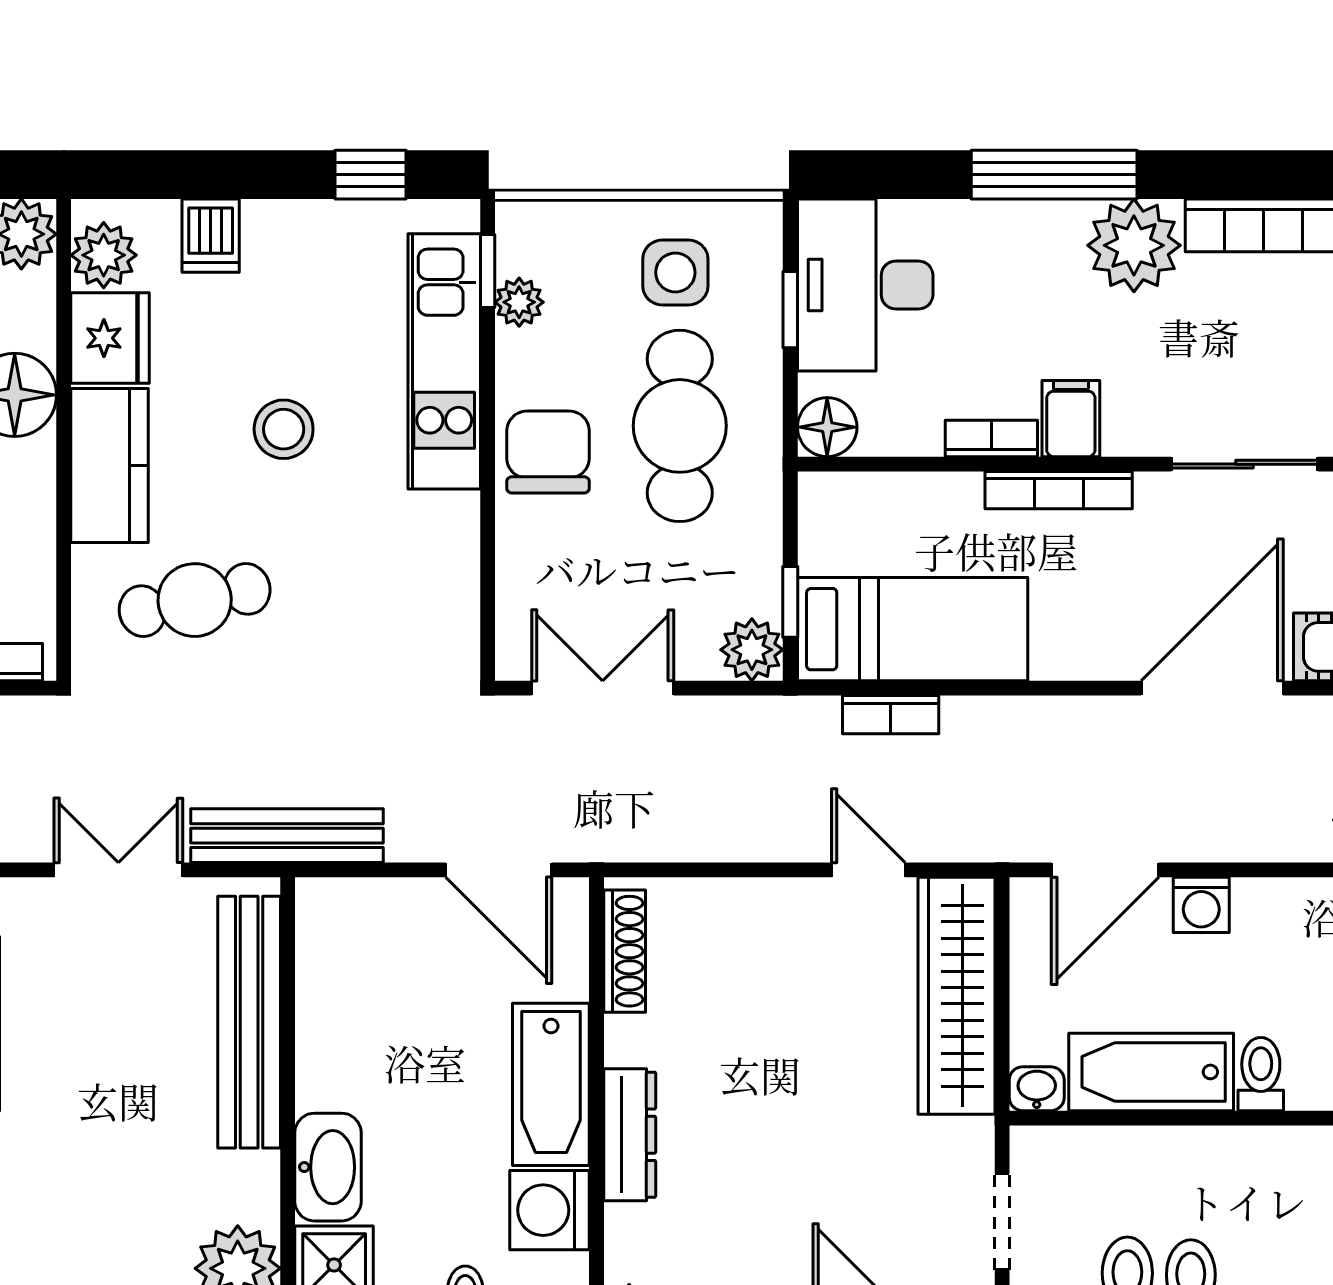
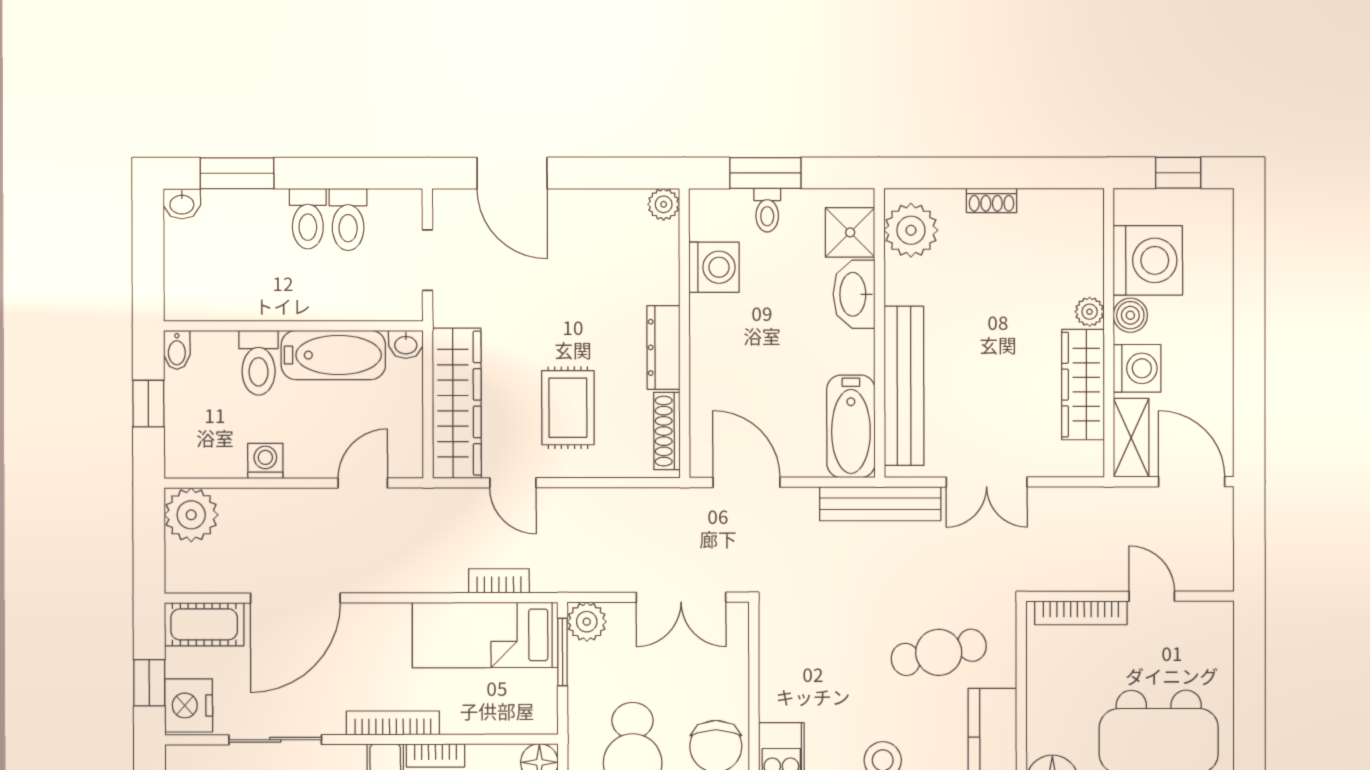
window: (790, 602) -> (563, 652), width x1.50
door: (1105, 870) -> (363, 483), width x0.73
washing machine: (1201, 905) -> (265, 461), moved
rug: (781, 988) -> (568, 408), added
toilet: (1261, 1074) -> (259, 363), width x1.37, depth x1.39
bathtub: (551, 1084) -> (851, 426), moved, turned 180
dresser: (630, 1135) -> (663, 347), moved

